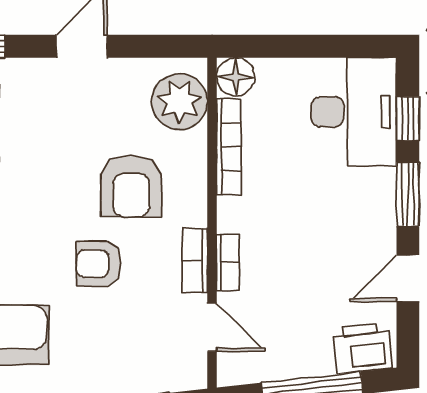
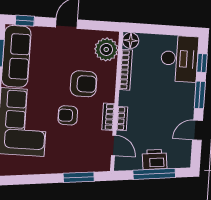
armchair: (131, 186) -> (84, 84), turned -90
printer: (362, 348) -> (155, 159), moved

